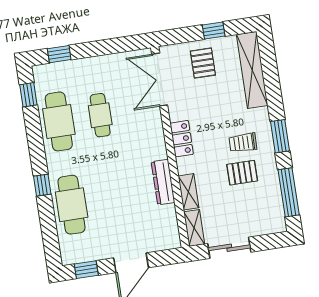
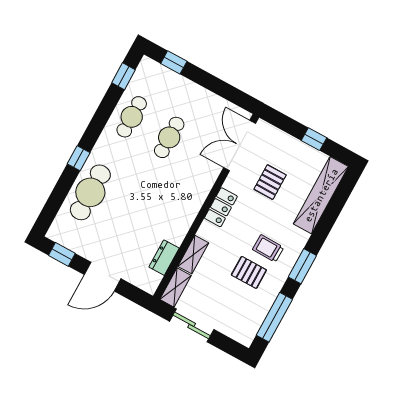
pallet: (203, 63) -> (270, 182), moved
cafe table: (59, 121) -> (132, 117), width x0.73, depth x0.74
dresser: (163, 182) -> (164, 258), moved, width x0.70

